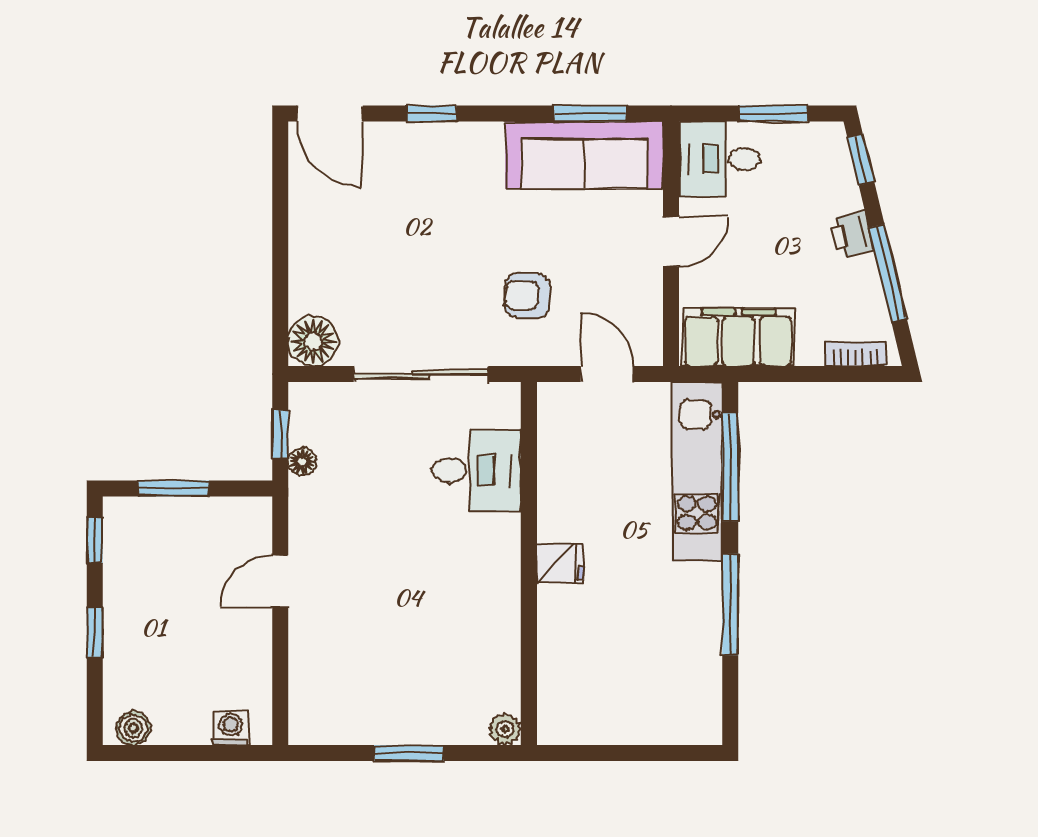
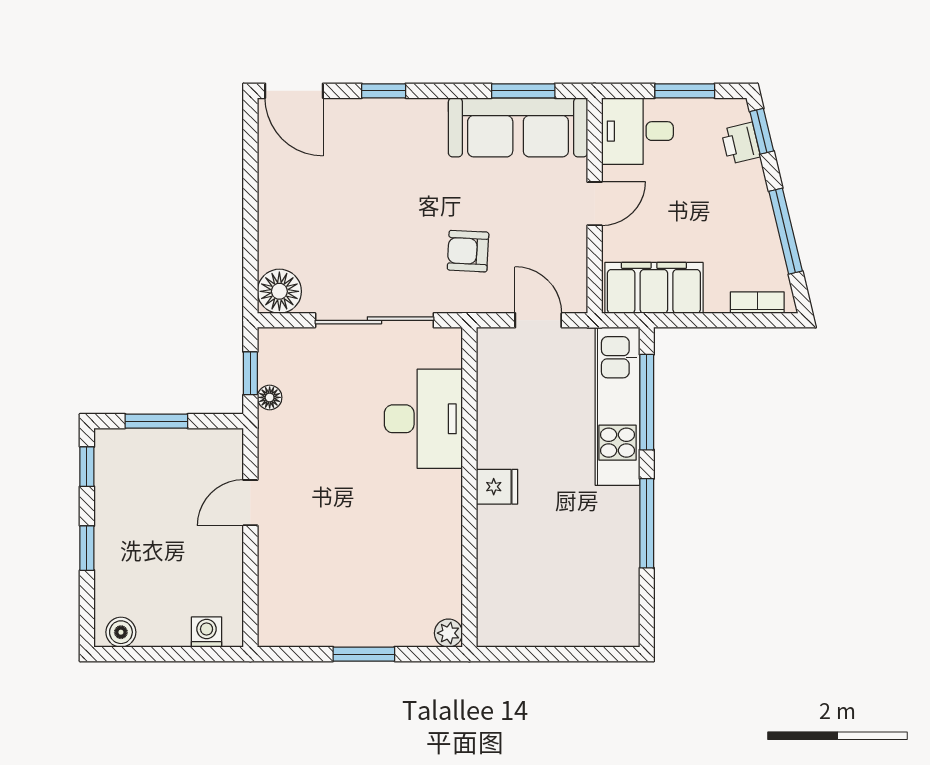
printer: (851, 234) -> (741, 143), moved
desk: (477, 471) -> (423, 419), width x1.37

